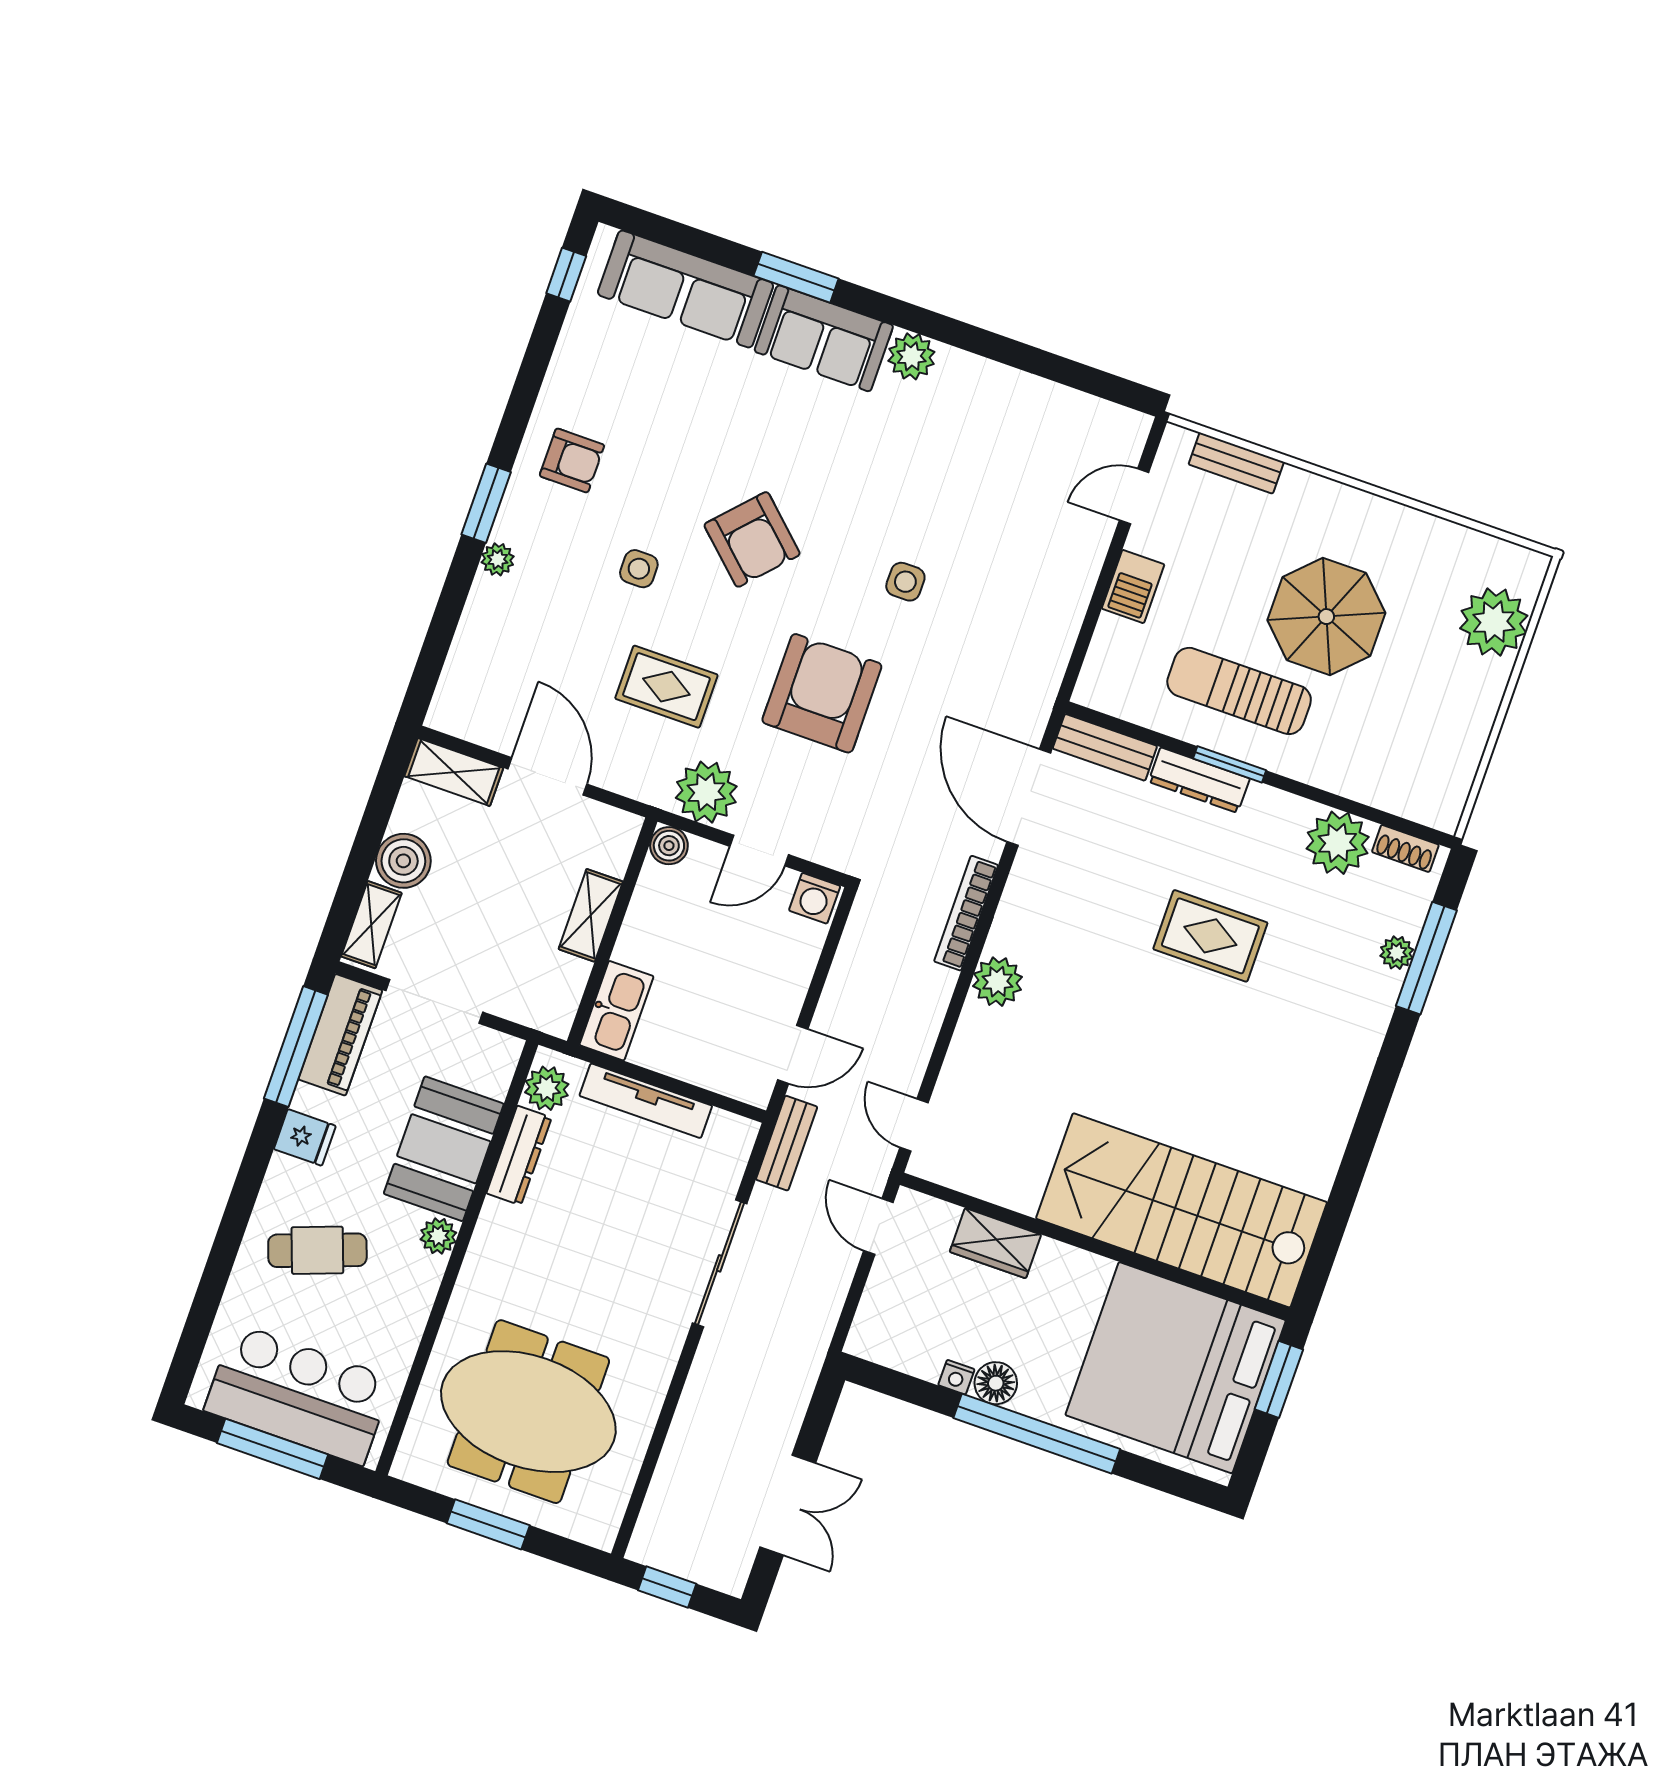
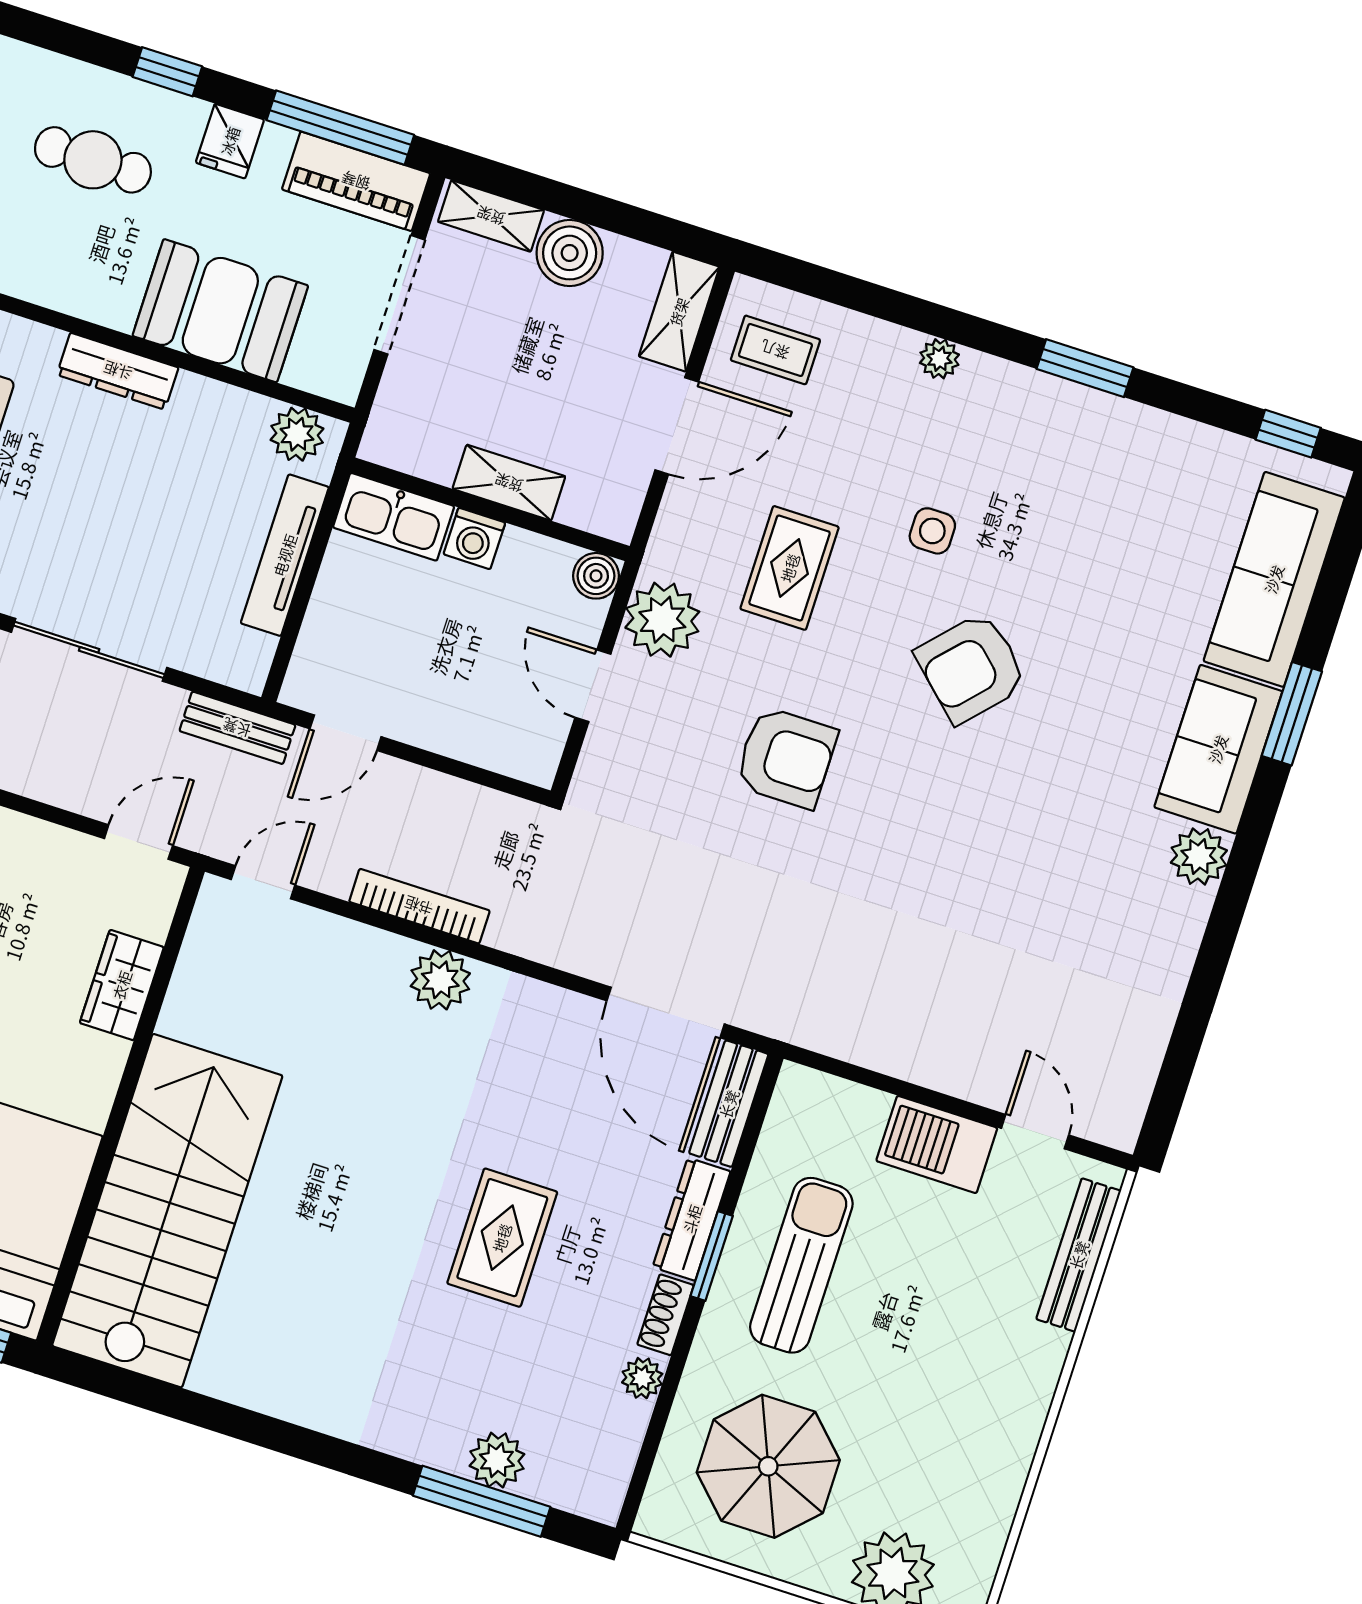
armchair: (572, 460) -> (1062, 446), removed
bench: (1236, 463) -> (1079, 1255), width x1.36
window: (486, 503) -> (1085, 368), moved
side table: (905, 582) -> (924, 856), removed
barbecue: (1133, 586) -> (937, 1144), width x1.38, depth x1.27
parasol: (1326, 617) -> (768, 1466), moved
armchair: (822, 693) -> (786, 758), width x0.73, depth x0.73
coffee table: (487, 694) -> (775, 350), added
door: (1029, 797) -> (666, 1012), swing flipped
plant: (1338, 843) -> (642, 1378), width x0.53, depth x0.53
shoe rack: (1405, 848) -> (665, 1315), moved
washing machine: (815, 898) -> (474, 538), moved, turned -90
bookcase: (966, 913) -> (419, 906), moved
plant: (1397, 953) -> (497, 1460), width x1.38, depth x1.38
door: (793, 1054) -> (346, 733), hinge flipped
dresser: (519, 1155) -> (118, 371), moved
window: (247, 1187) -> (167, 72), added
plant: (438, 1236) -> (114, 307), removed
cafe table: (317, 1250) -> (93, 160), turned -70

